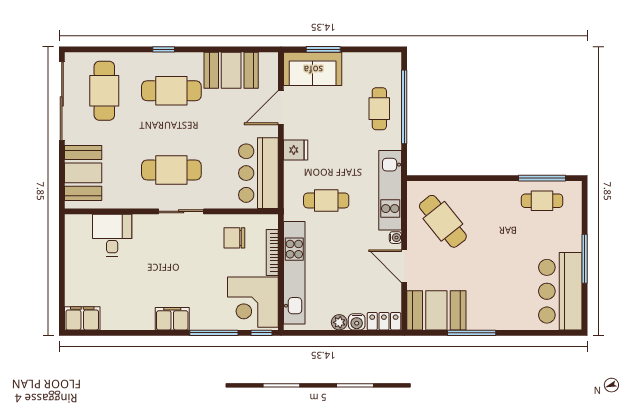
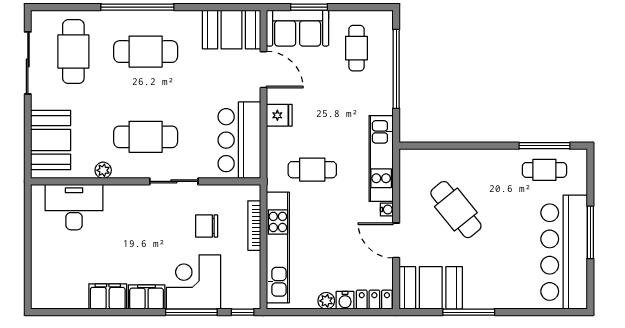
window: (164, 49) -> (137, 7), width x3.17
booth: (231, 70) -> (231, 29), moved
sliding door: (62, 101) -> (28, 63), width x0.73
door: (281, 108) -> (263, 70), swing flipped
cafe table: (379, 109) -> (356, 48), moved
plant: (132, 201) -> (103, 170), added
sliding door: (181, 211) -> (174, 181), moved
cafe table: (443, 221) -> (456, 210), moved
desk: (112, 235) -> (74, 207), width x1.37
chair: (234, 238) -> (207, 226), moved
bar counter: (560, 291) -> (564, 252), width x1.36
corner desk: (253, 302) -> (194, 282), moved, turned 90
filing cabinet: (82, 318) -> (108, 296), moved

